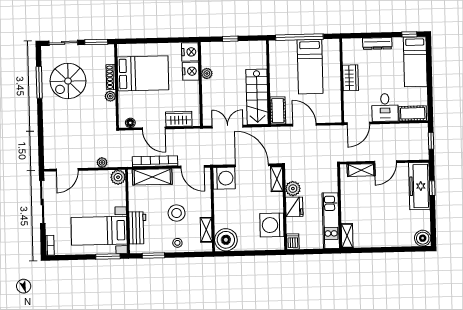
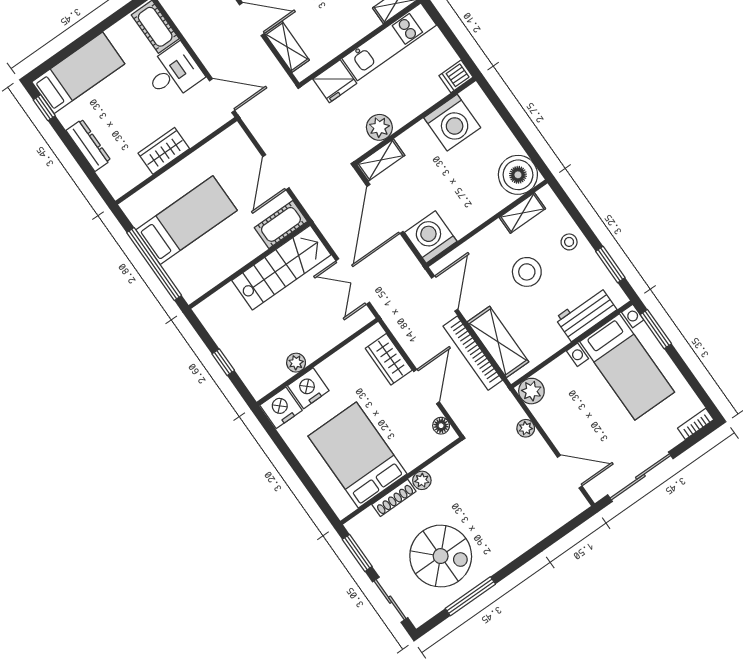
fridge: (294, 207) -> (335, 81), moved, turned 180

